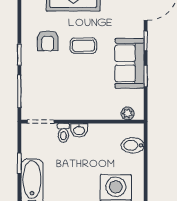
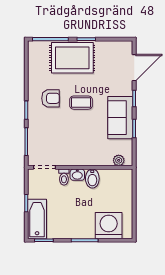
armchair: (48, 41) -> (50, 98), turned -90
bidet: (133, 145) -> (92, 179), moved, turned -90

